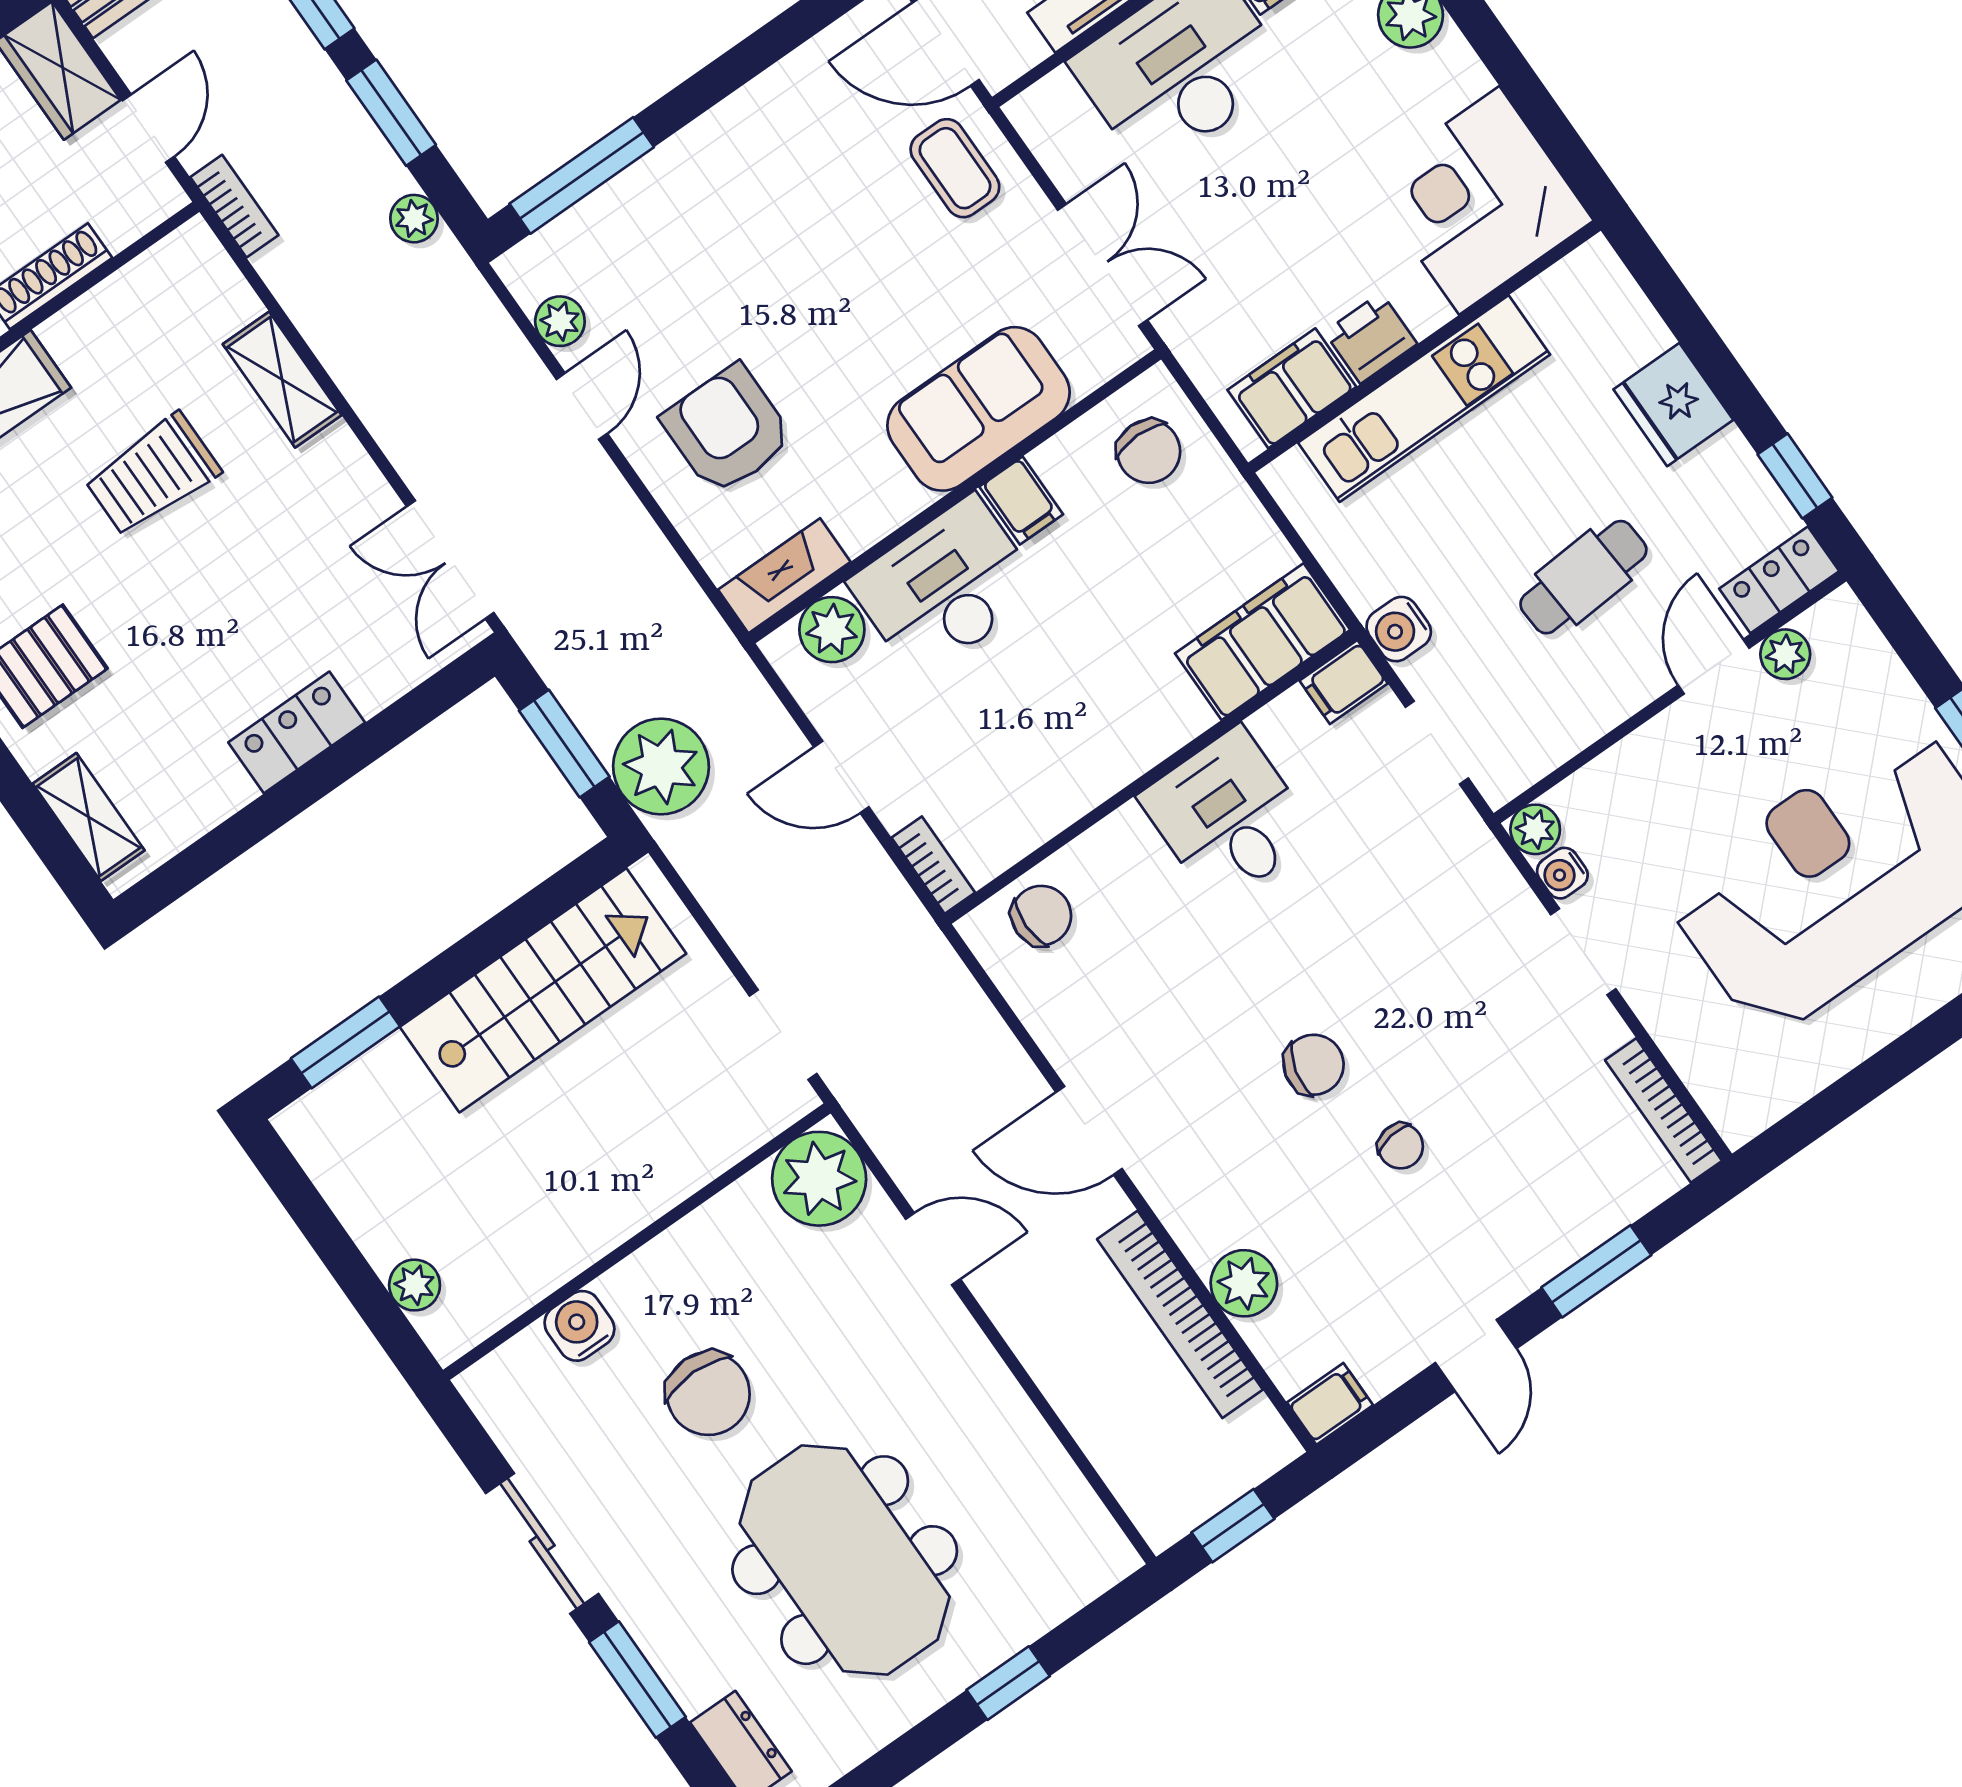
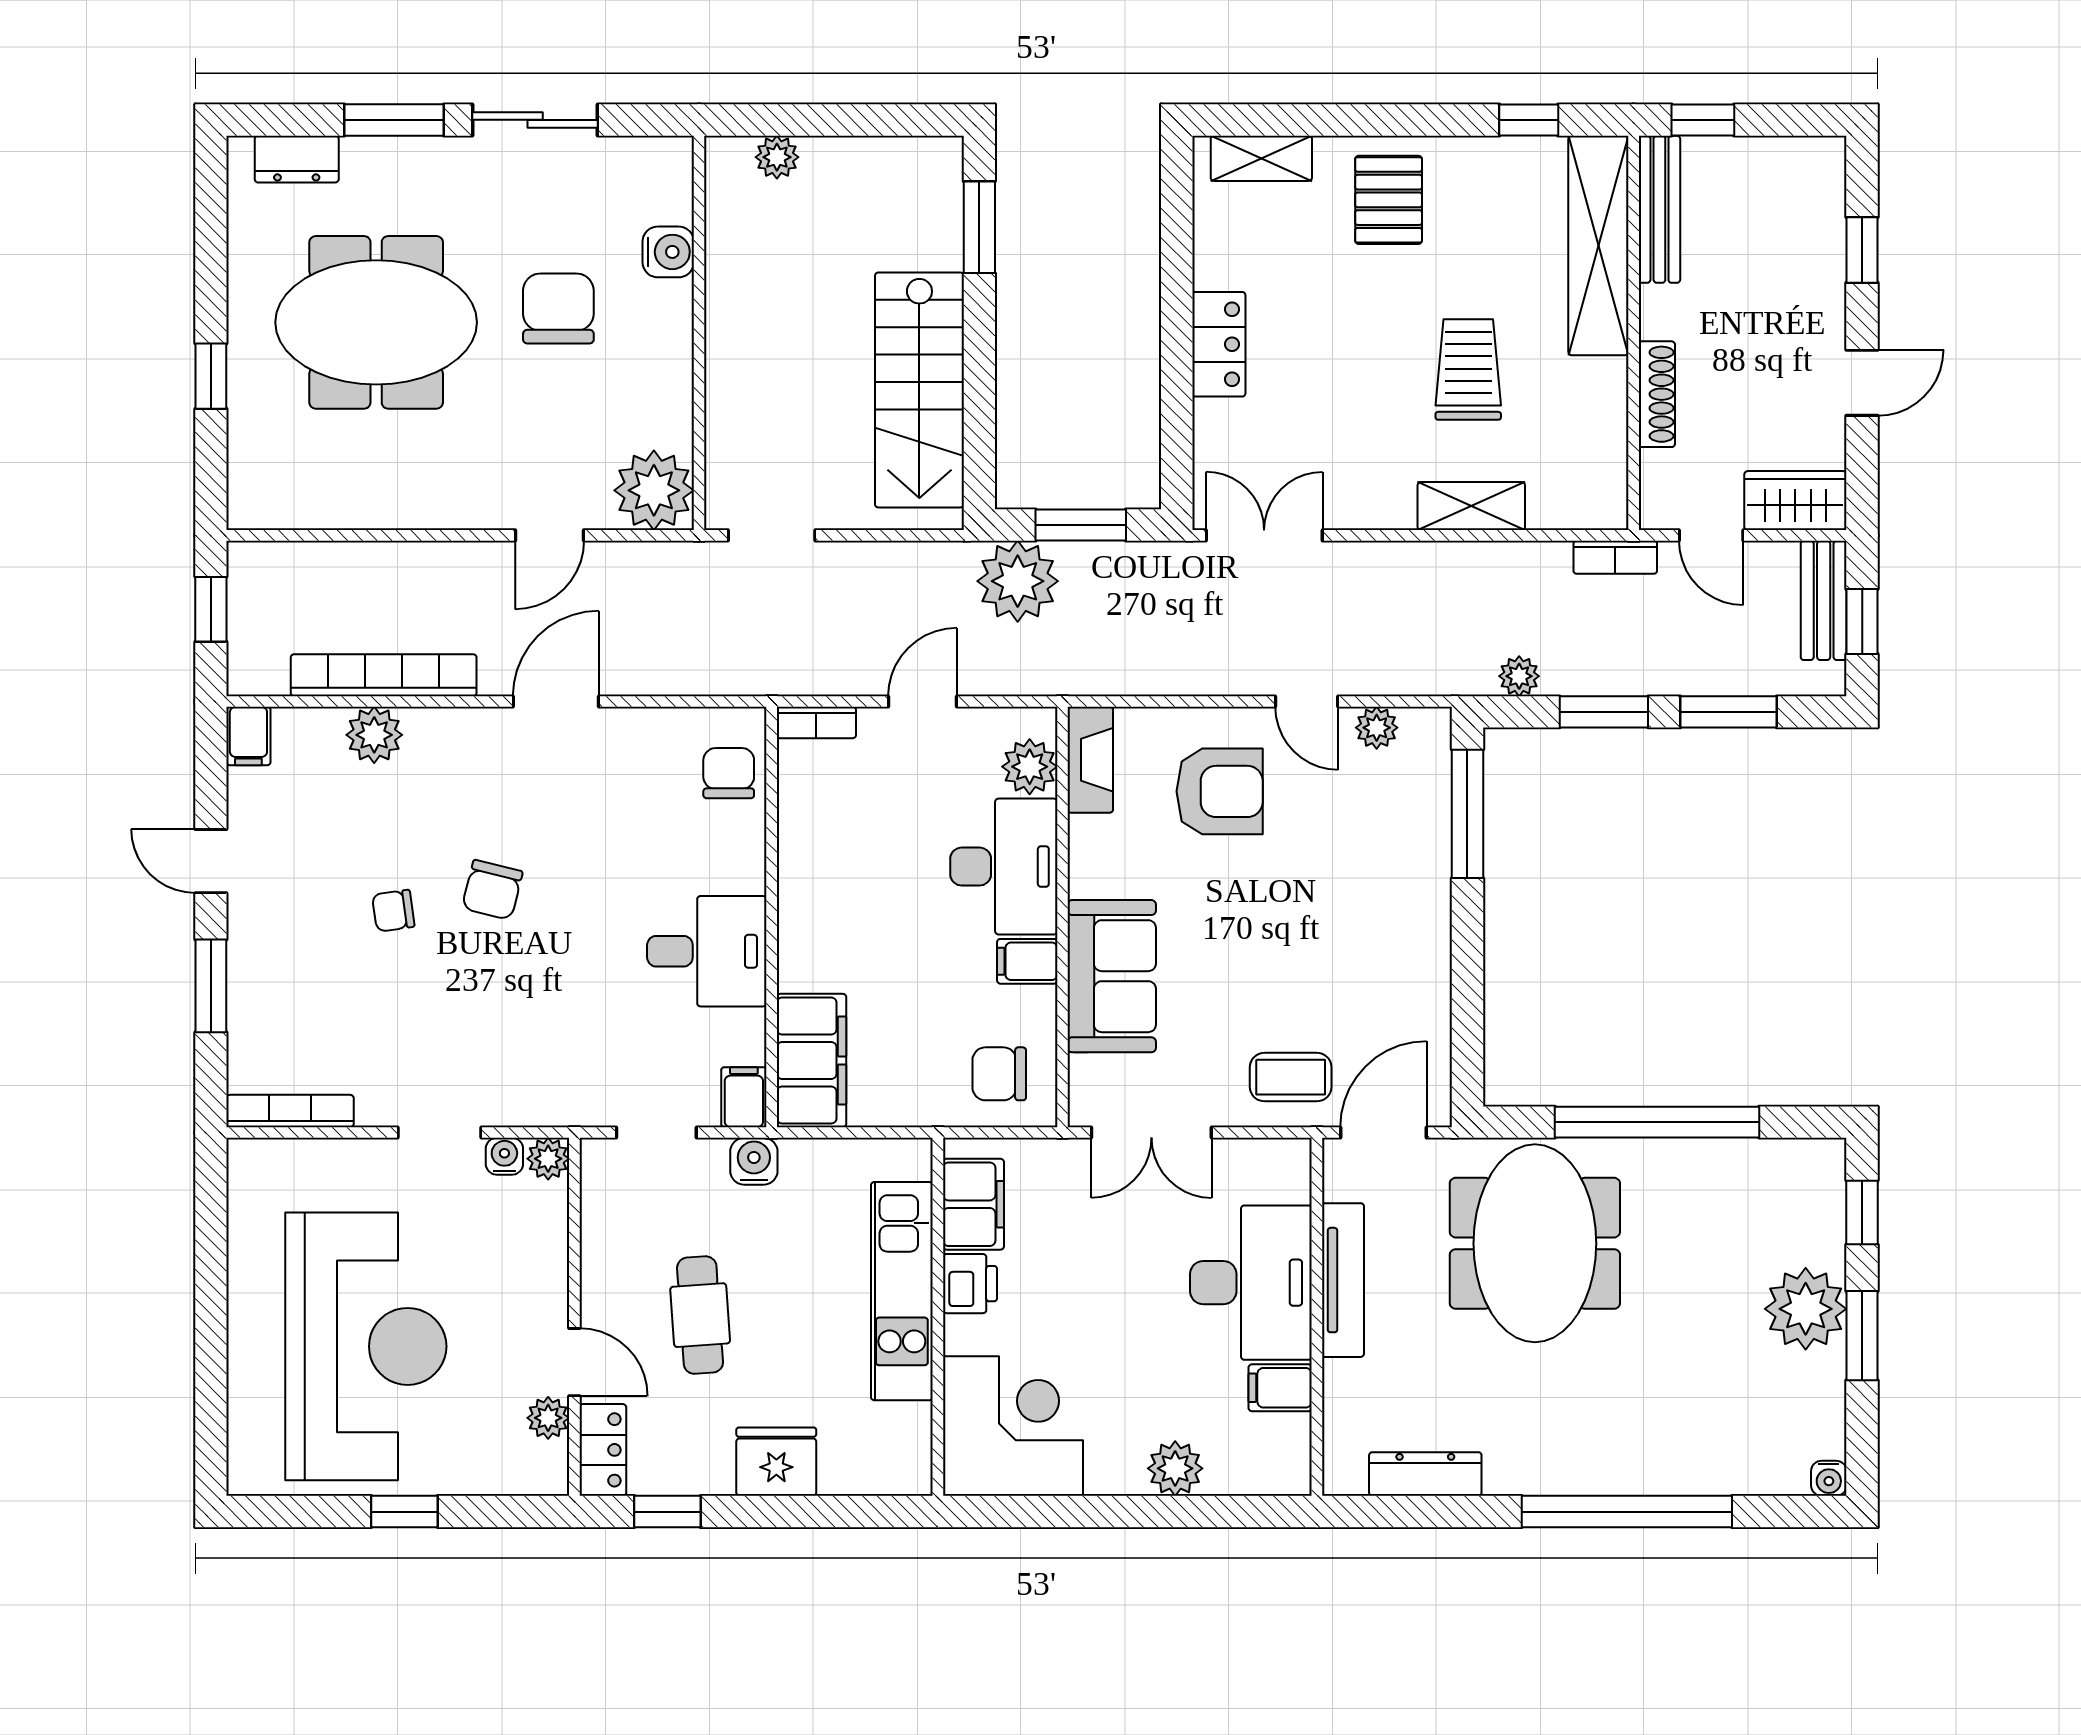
chair: (1041, 916) -> (729, 773), turned 180
chair: (708, 1394) -> (558, 309), turned 90

